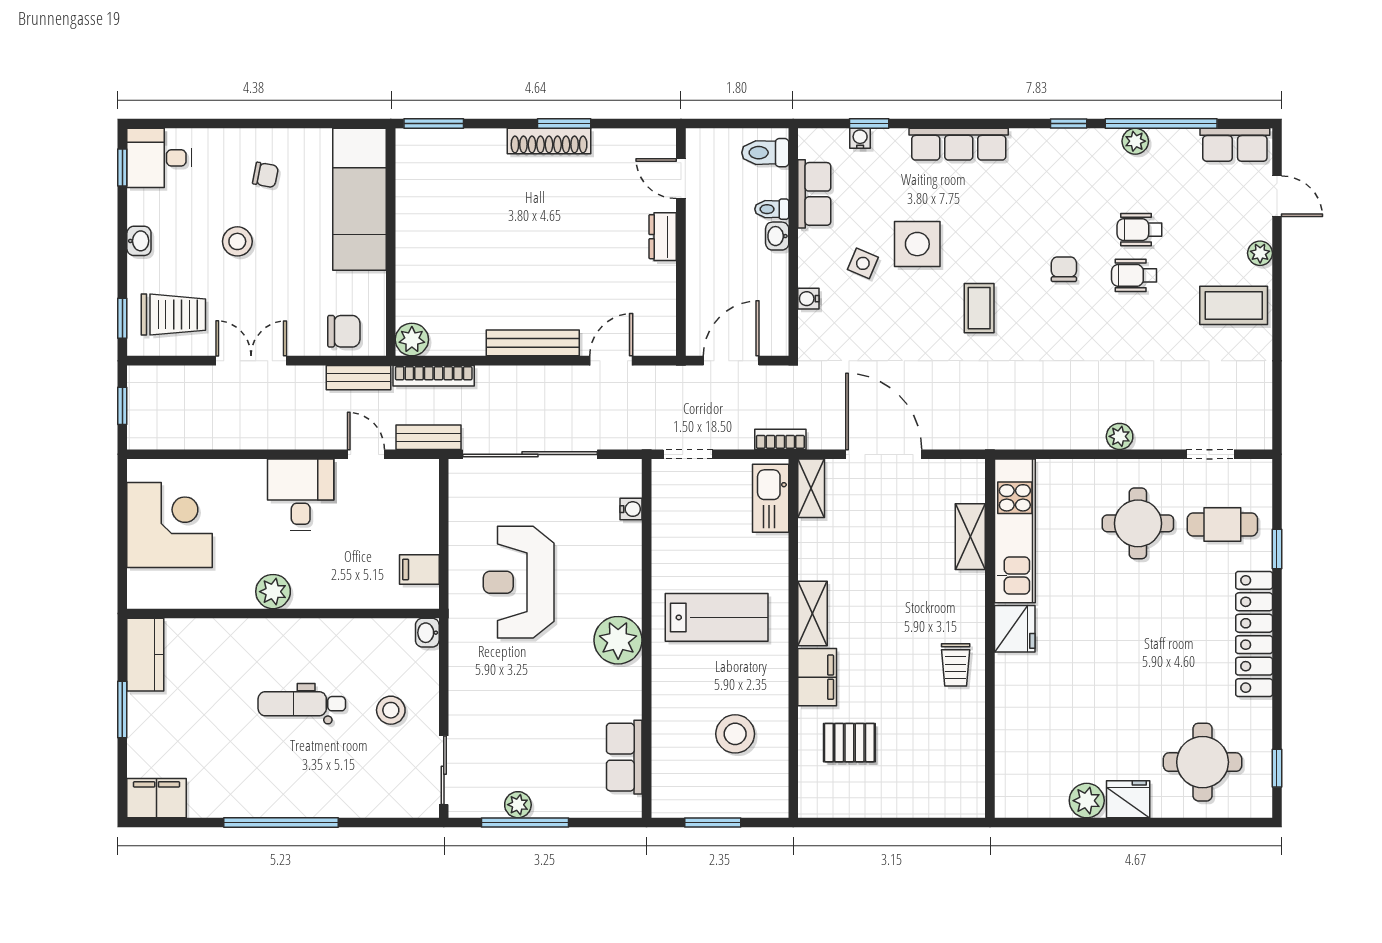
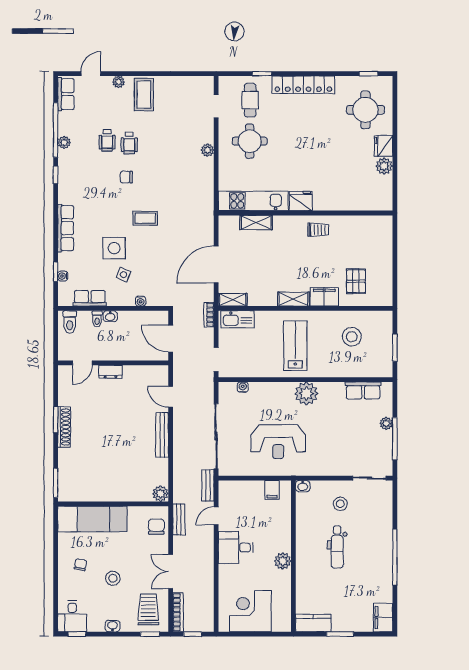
bookcase: (434, 376) -> (178, 612), moved
plant: (518, 805) -> (386, 423), moved

